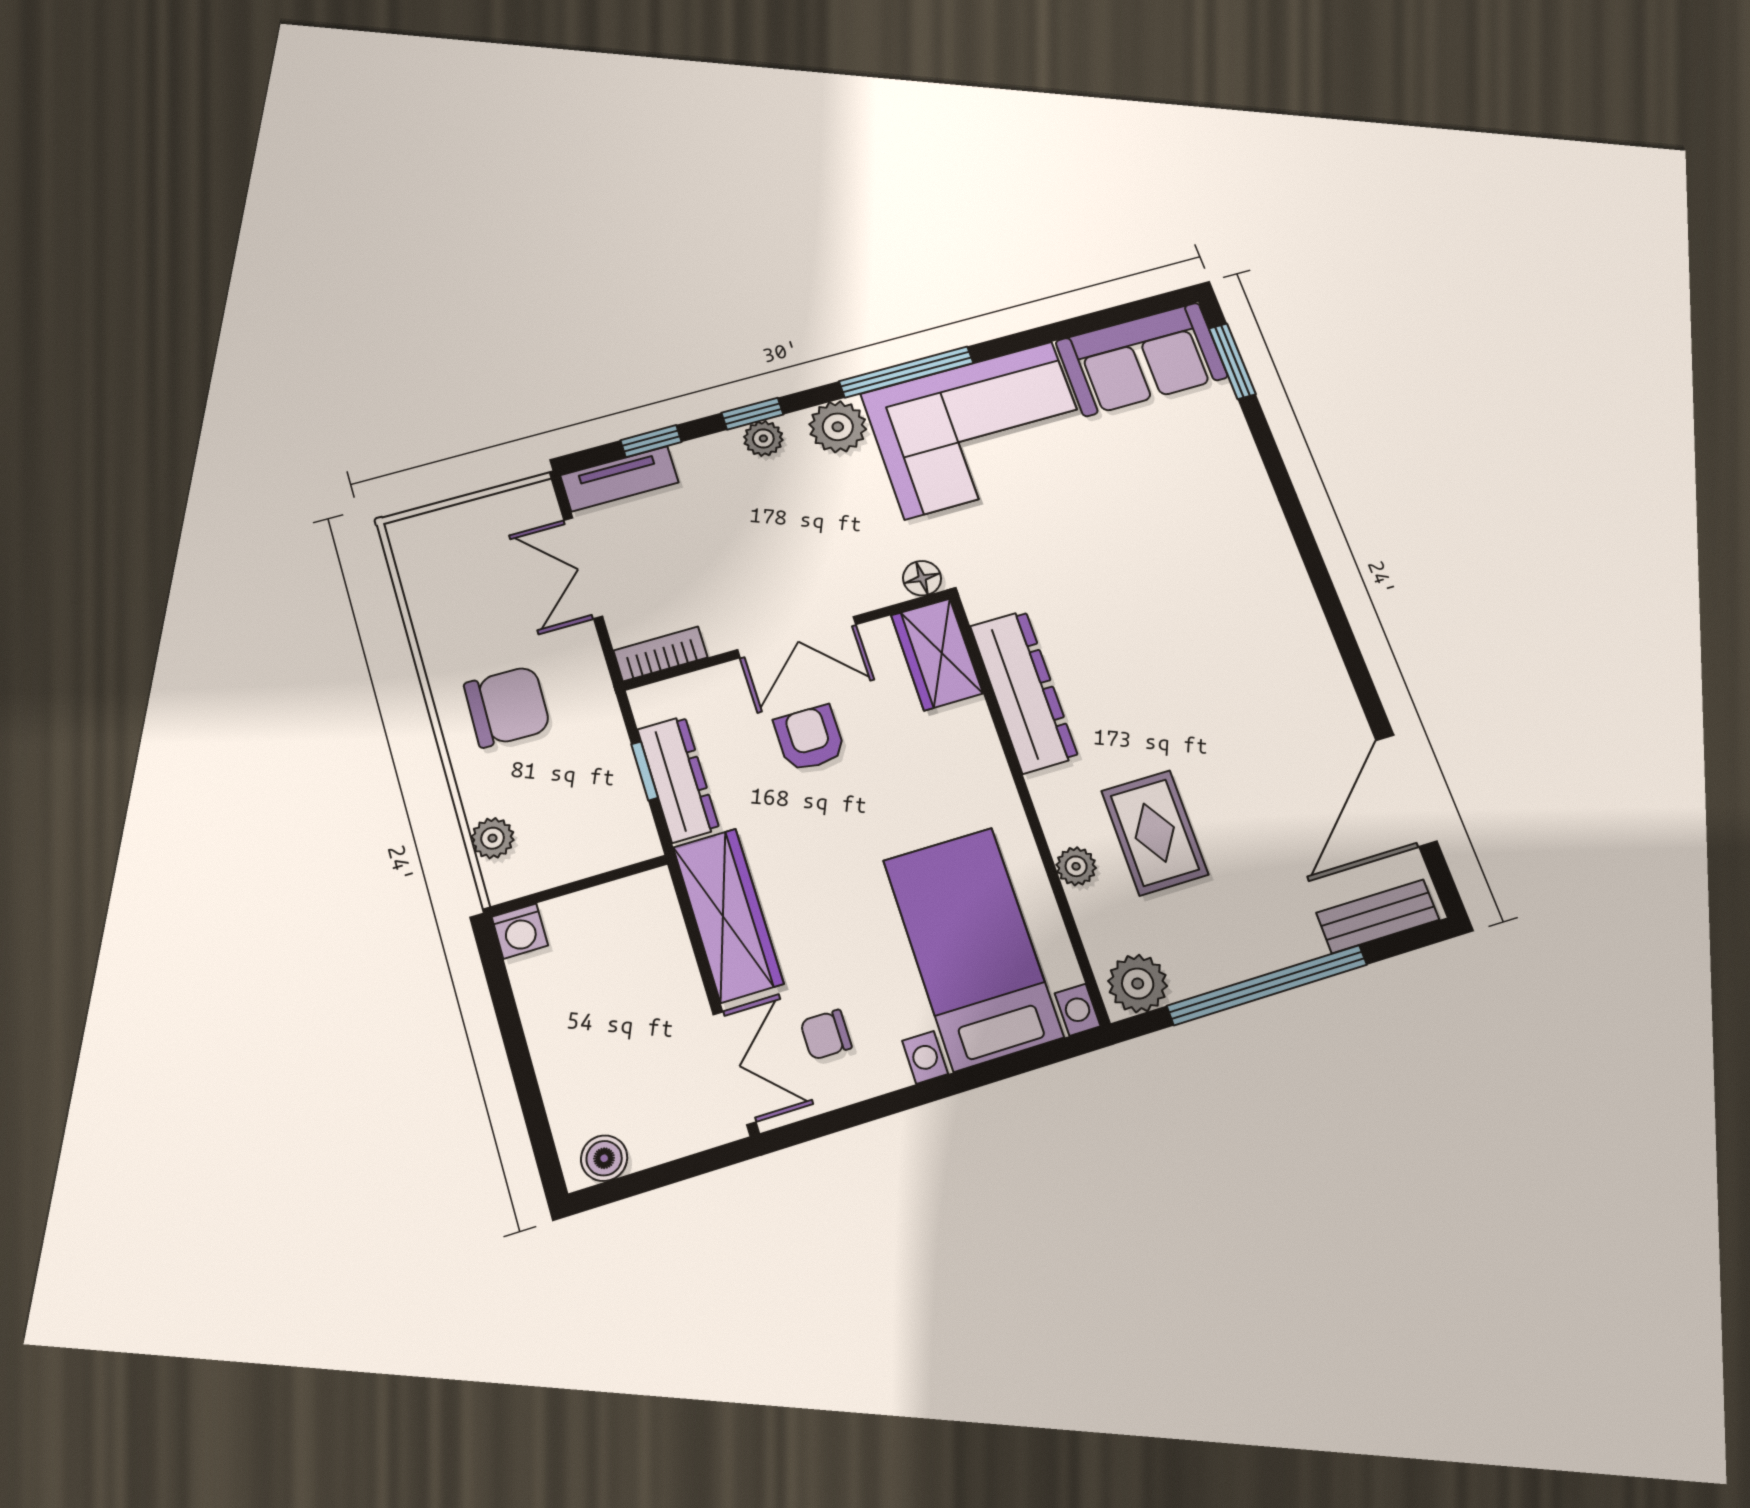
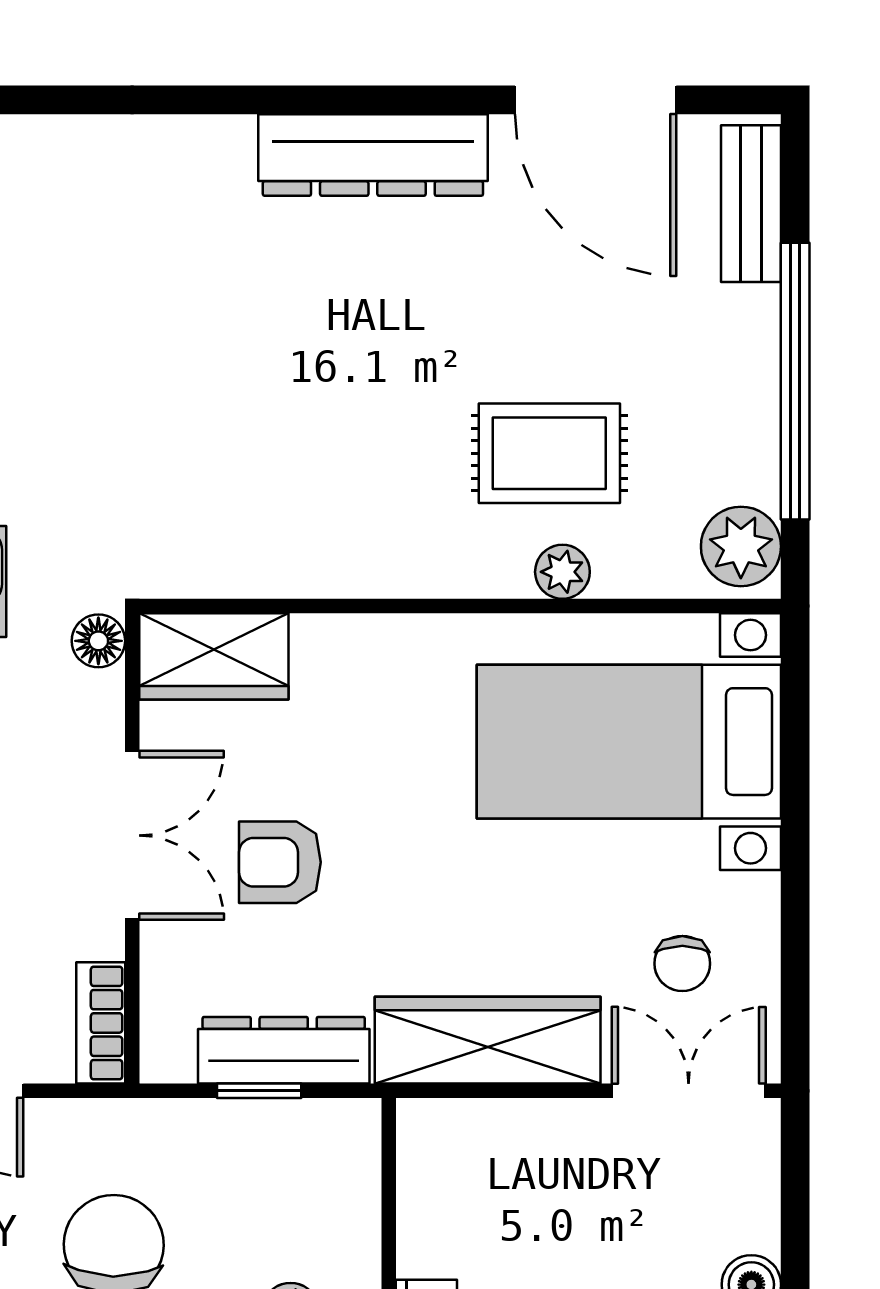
dresser: (1024, 691) -> (373, 155), moved, turned 180

